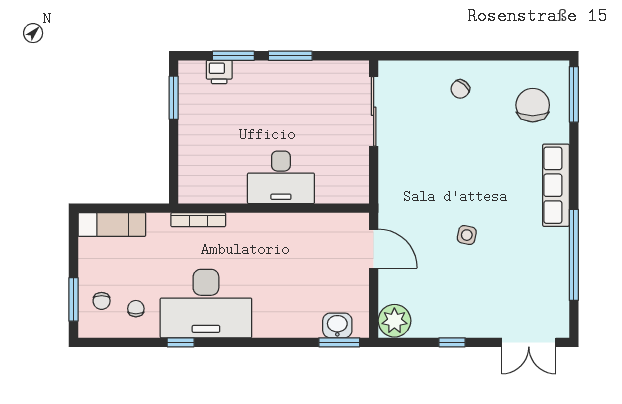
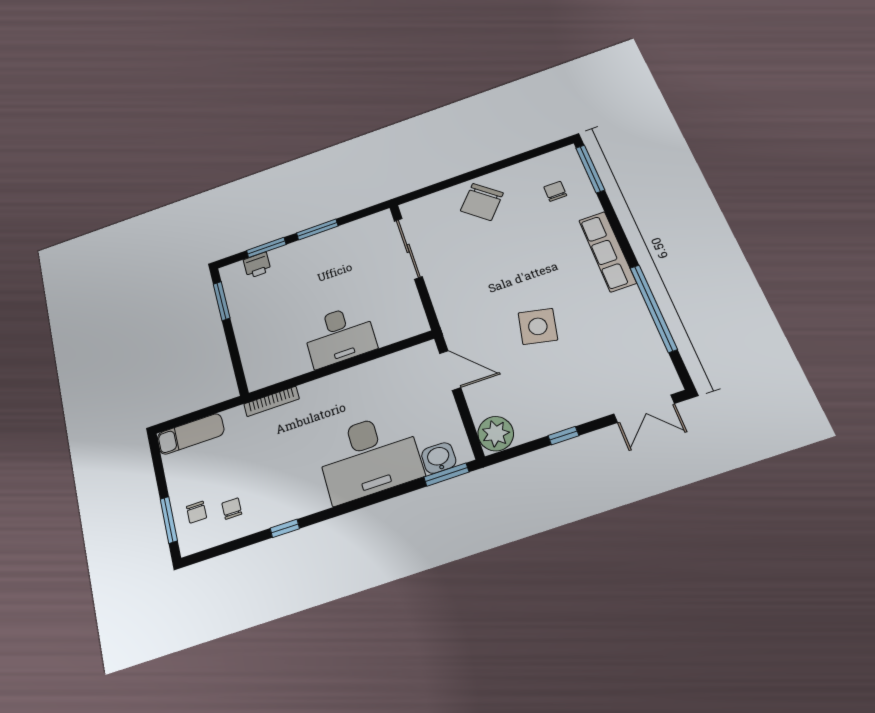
chair: (460, 89) -> (482, 202), width x1.87, depth x1.87
chair: (533, 105) -> (555, 191), width x0.54, depth x0.54
side table: (467, 235) -> (538, 326), width x1.87, depth x1.87
desk: (206, 304) -> (369, 457), moved

